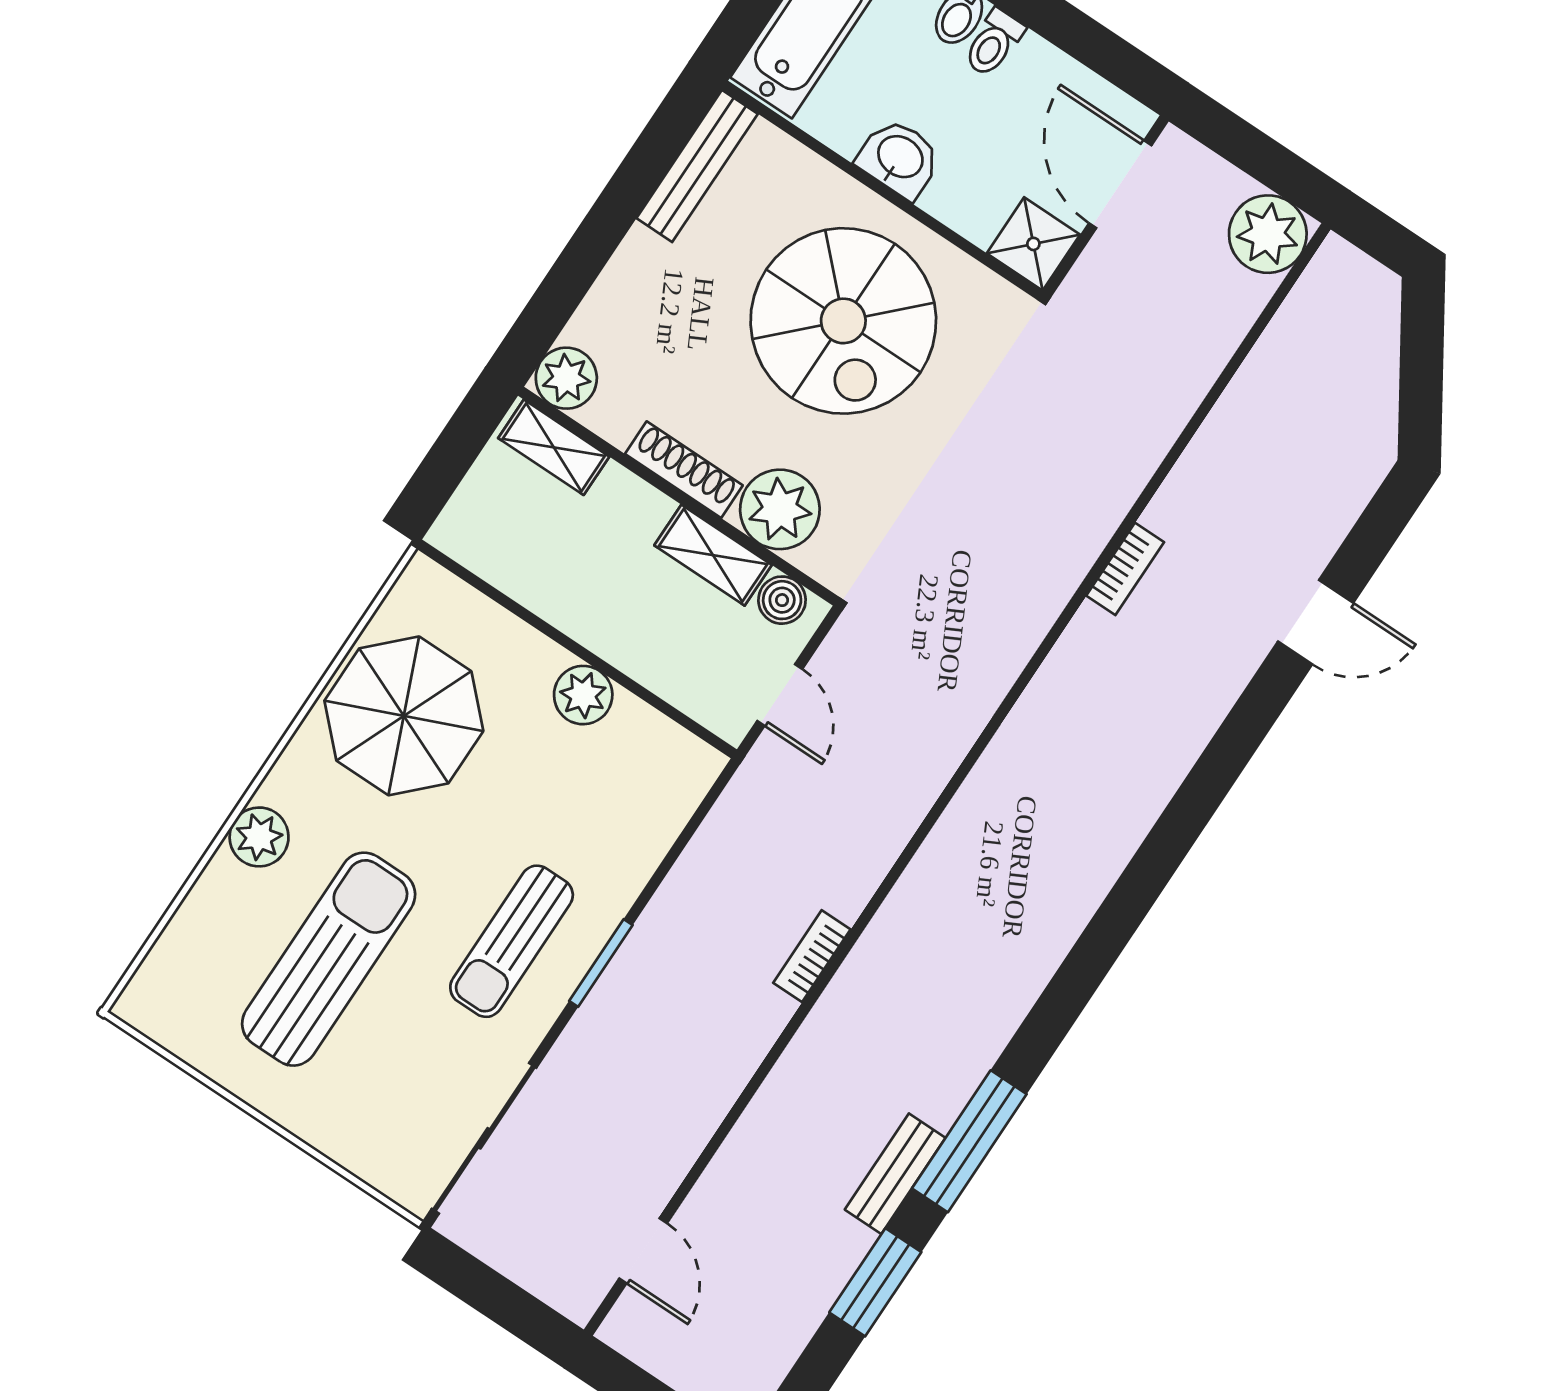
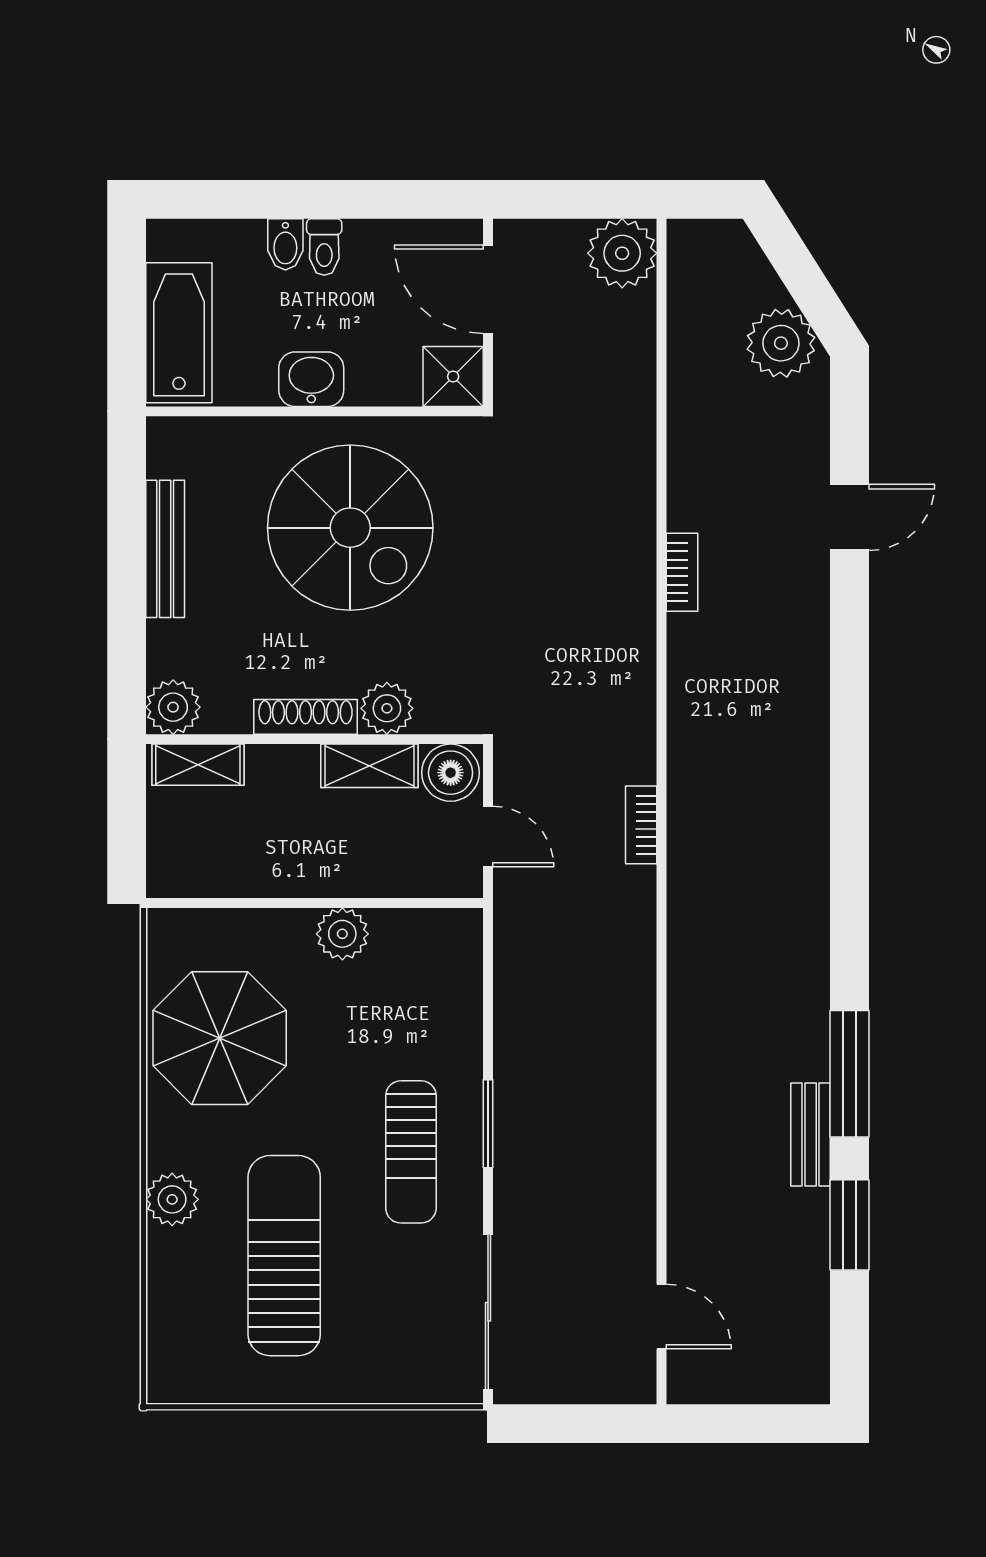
bench: (697, 166) -> (165, 549), moved
plant: (1360, 417) -> (781, 343), added
plant: (780, 509) -> (387, 708), width x0.73, depth x0.73
boiler: (782, 600) -> (451, 773), width x1.36, depth x1.36
bookcase: (812, 956) -> (641, 825), moved

